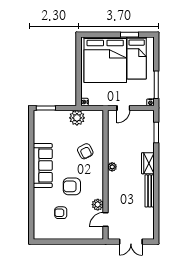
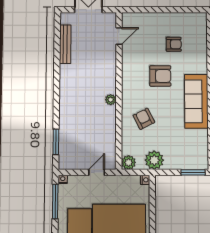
wardrobe: (148, 163) -> (67, 104), removed
bench: (150, 191) -> (65, 44), moved
plant: (98, 205) -> (129, 162), moved

